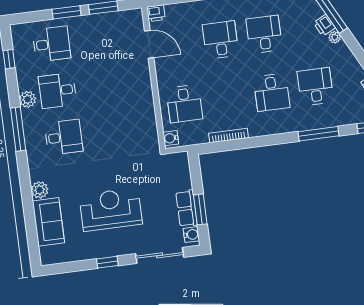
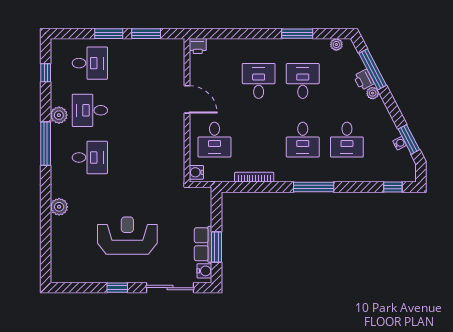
door: (149, 44) -> (187, 99), moved
desk: (315, 87) -> (347, 140), turned 180
window: (318, 134) -> (314, 187), moved
sofa: (48, 222) -> (64, 240), removed

